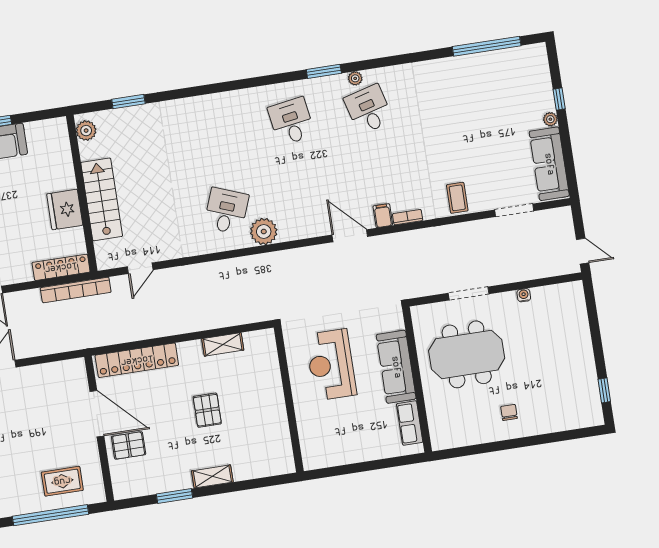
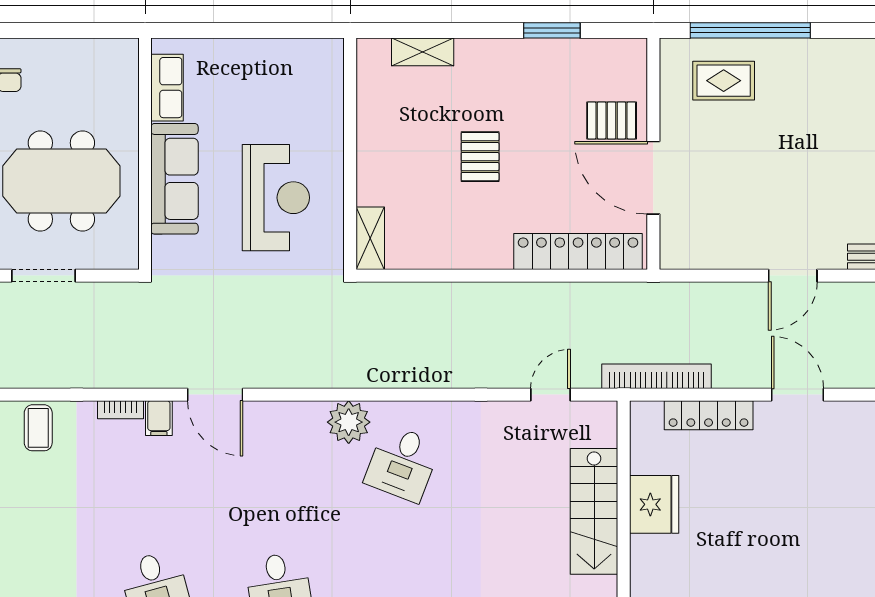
locker: (61, 267) -> (709, 415), moved
shelving: (223, 344) -> (370, 238), moved, turned 90
shelving: (212, 476) -> (423, 52), moved

